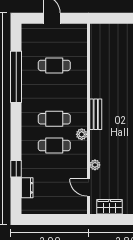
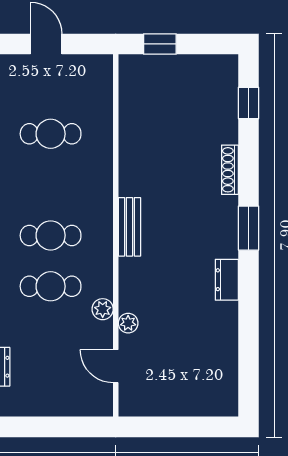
window: (112, 18) -> (160, 44), added
plant: (82, 134) -> (103, 309), moved
wardrobe: (110, 207) -> (156, 403), removed

